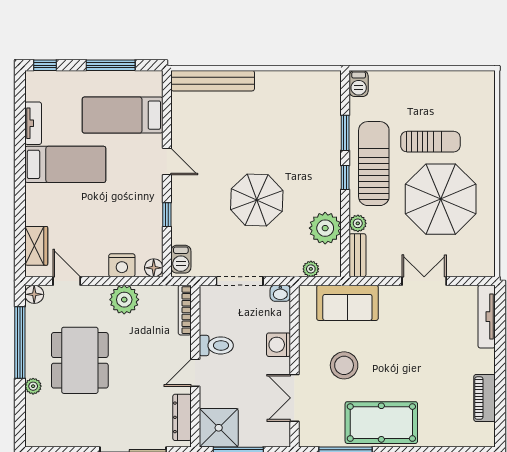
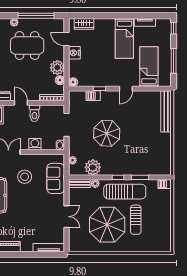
barbecue: (181, 259) -> (93, 96), moved
nightstand: (122, 265) -> (74, 53), moved
door: (67, 281) -> (66, 39), swing flipped
floor lamp: (34, 294) -> (60, 80), moved

